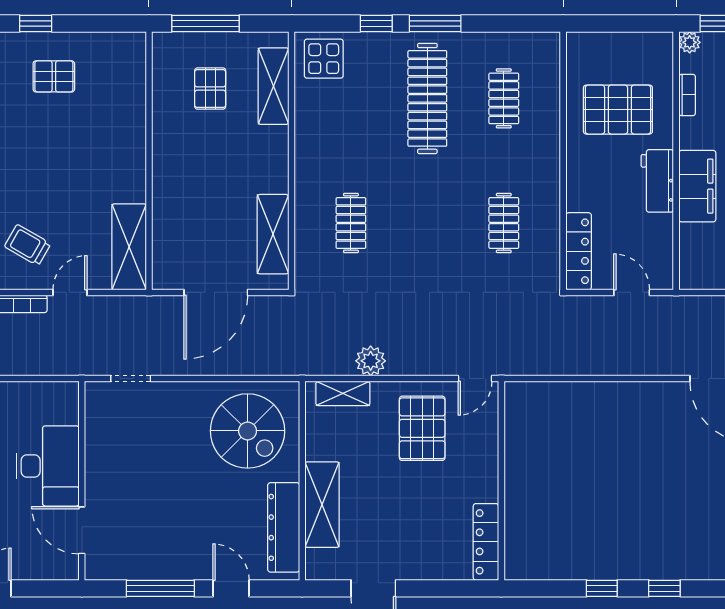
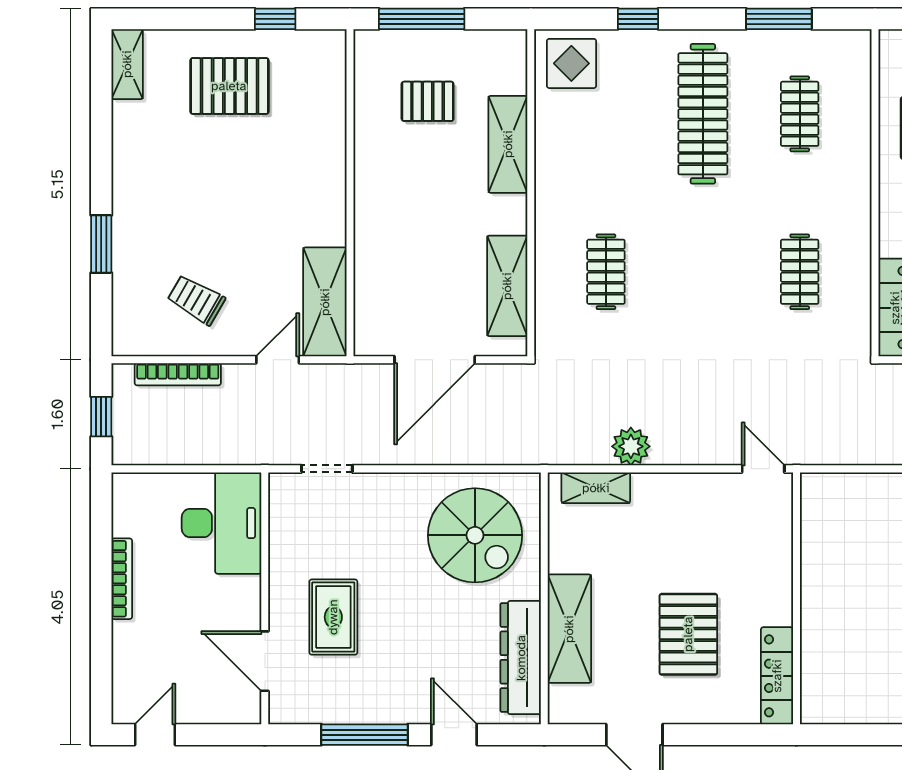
window: (36, 24) -> (275, 19), moved
window: (435, 24) -> (779, 19), moved
pallet: (54, 76) -> (229, 86), width x1.50, depth x1.42
shelving: (274, 86) -> (508, 144), moved
pallet: (210, 89) -> (428, 101), turned 90
door: (70, 292) -> (278, 360), moved
door: (475, 379) -> (763, 469), swing flipped
pallet: (422, 428) -> (688, 634), moved
desk: (48, 466) -> (222, 523), moved
rug: (136, 495) -> (333, 617), added

